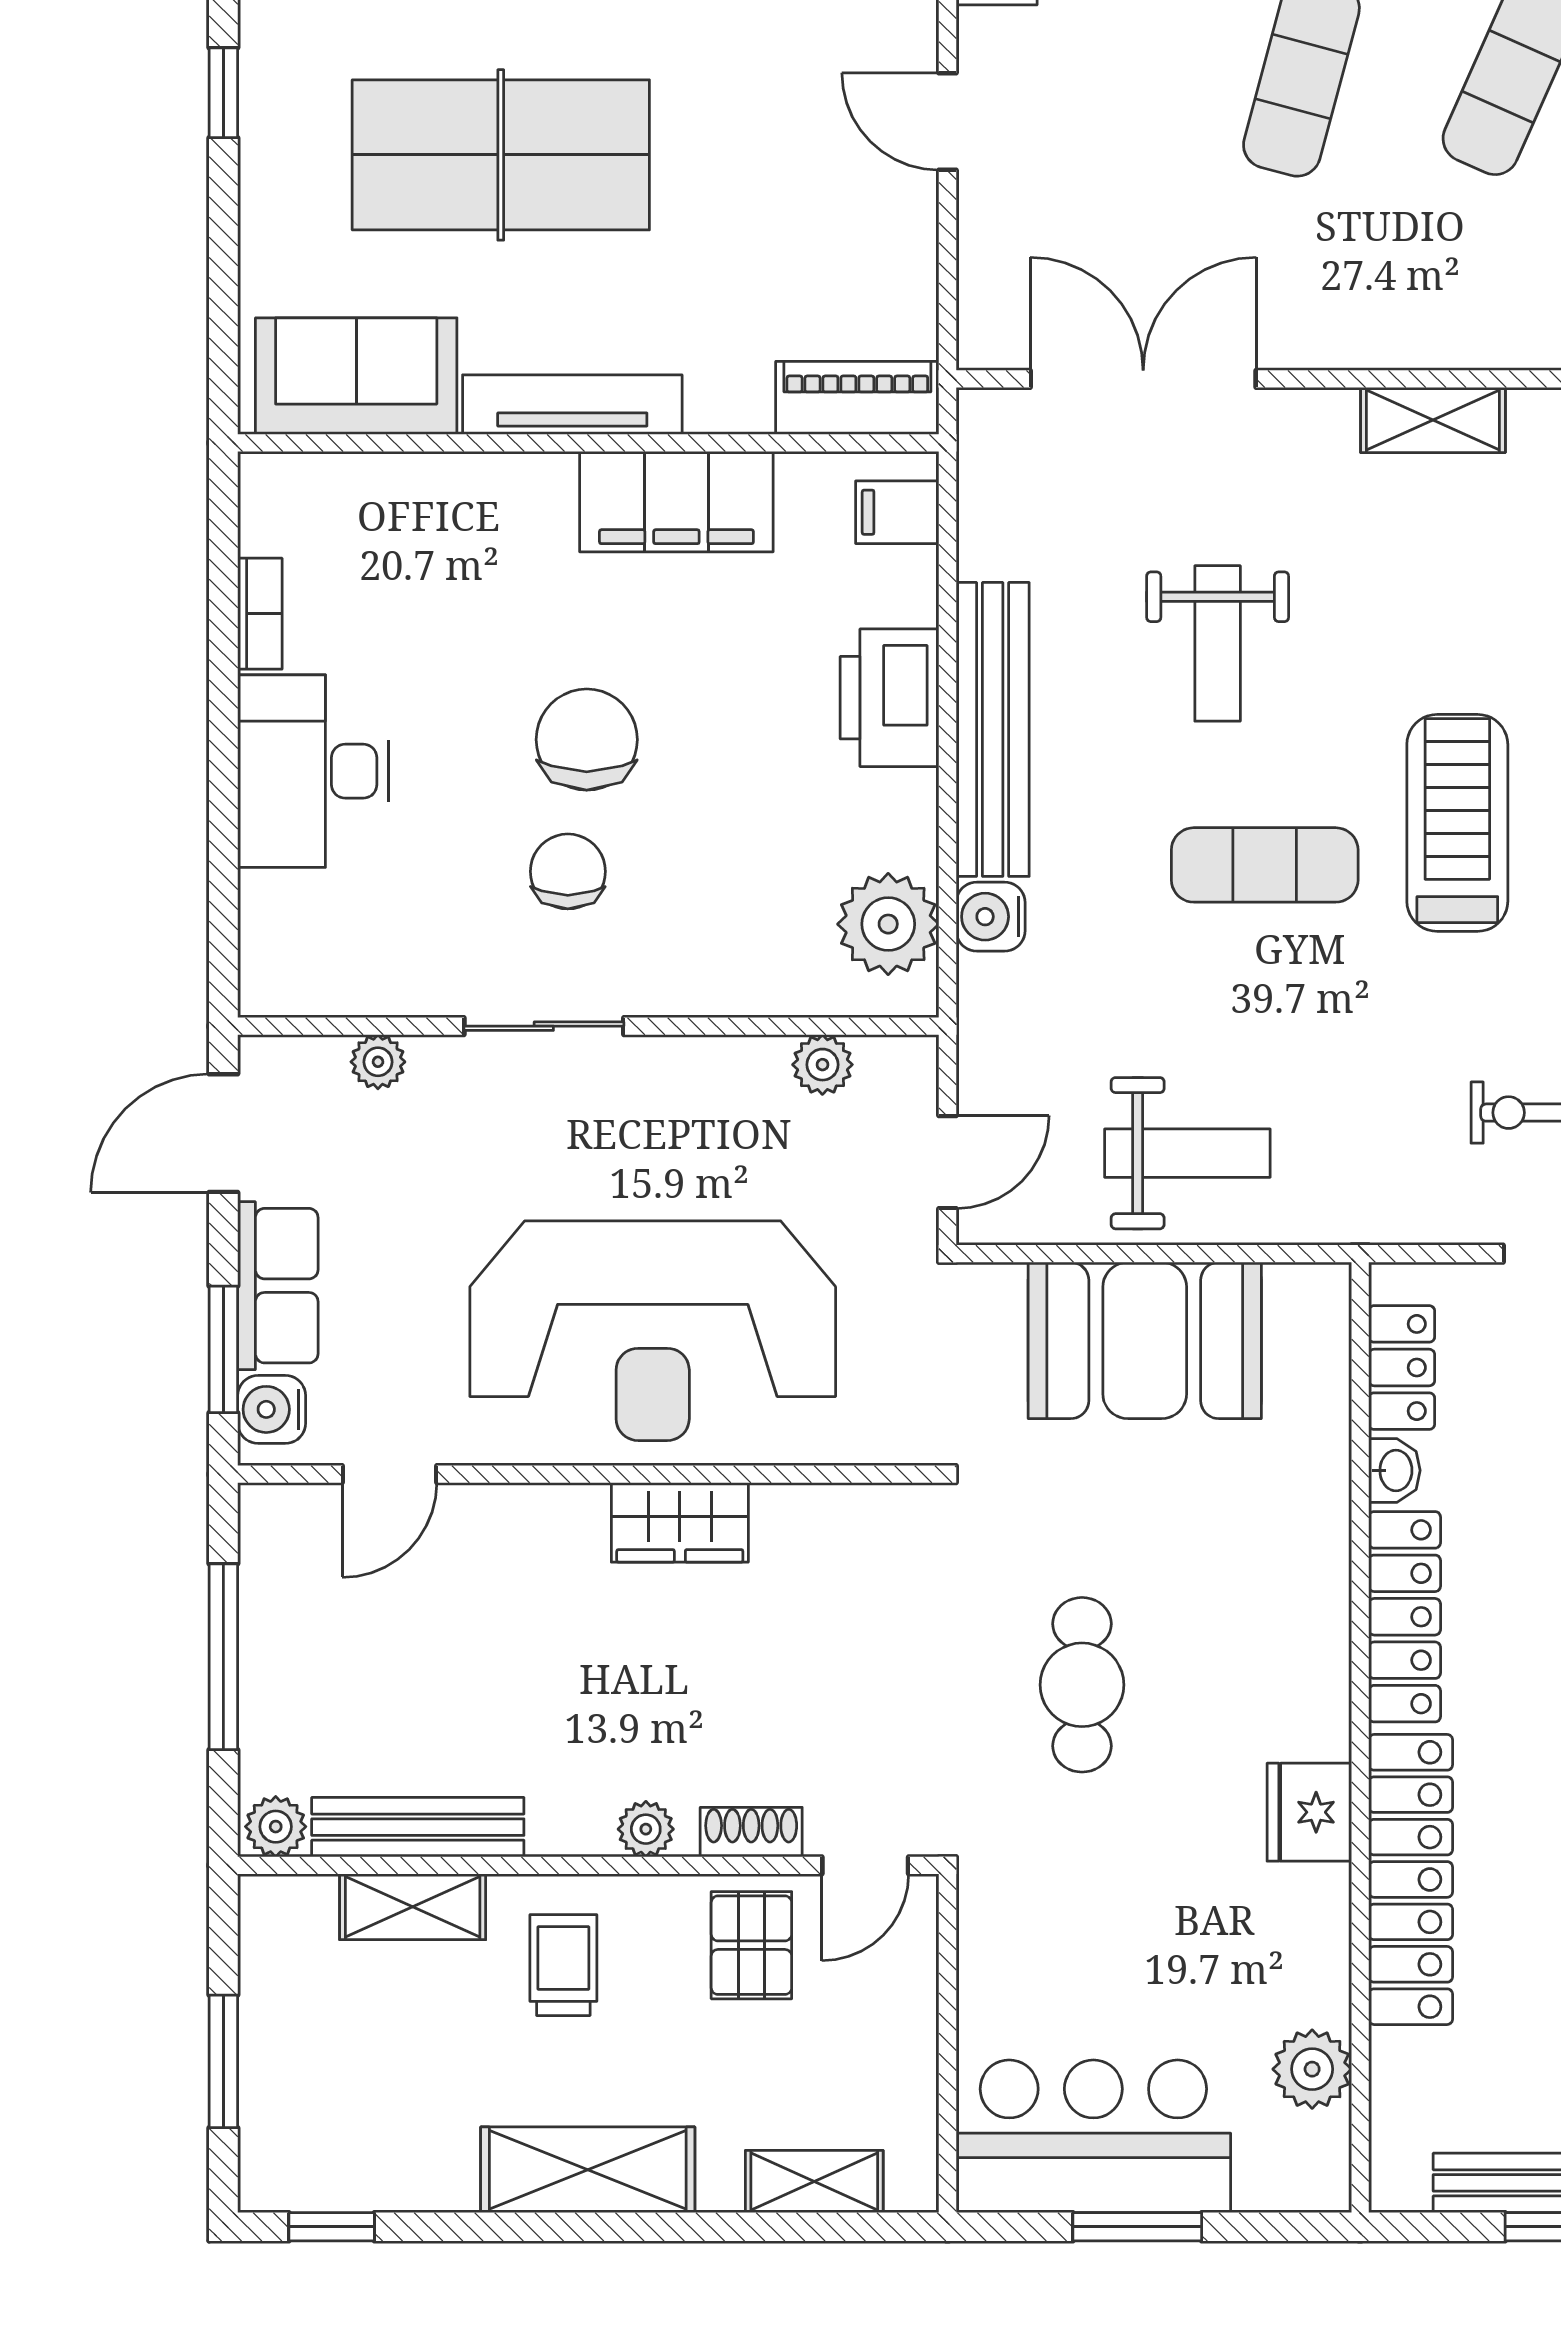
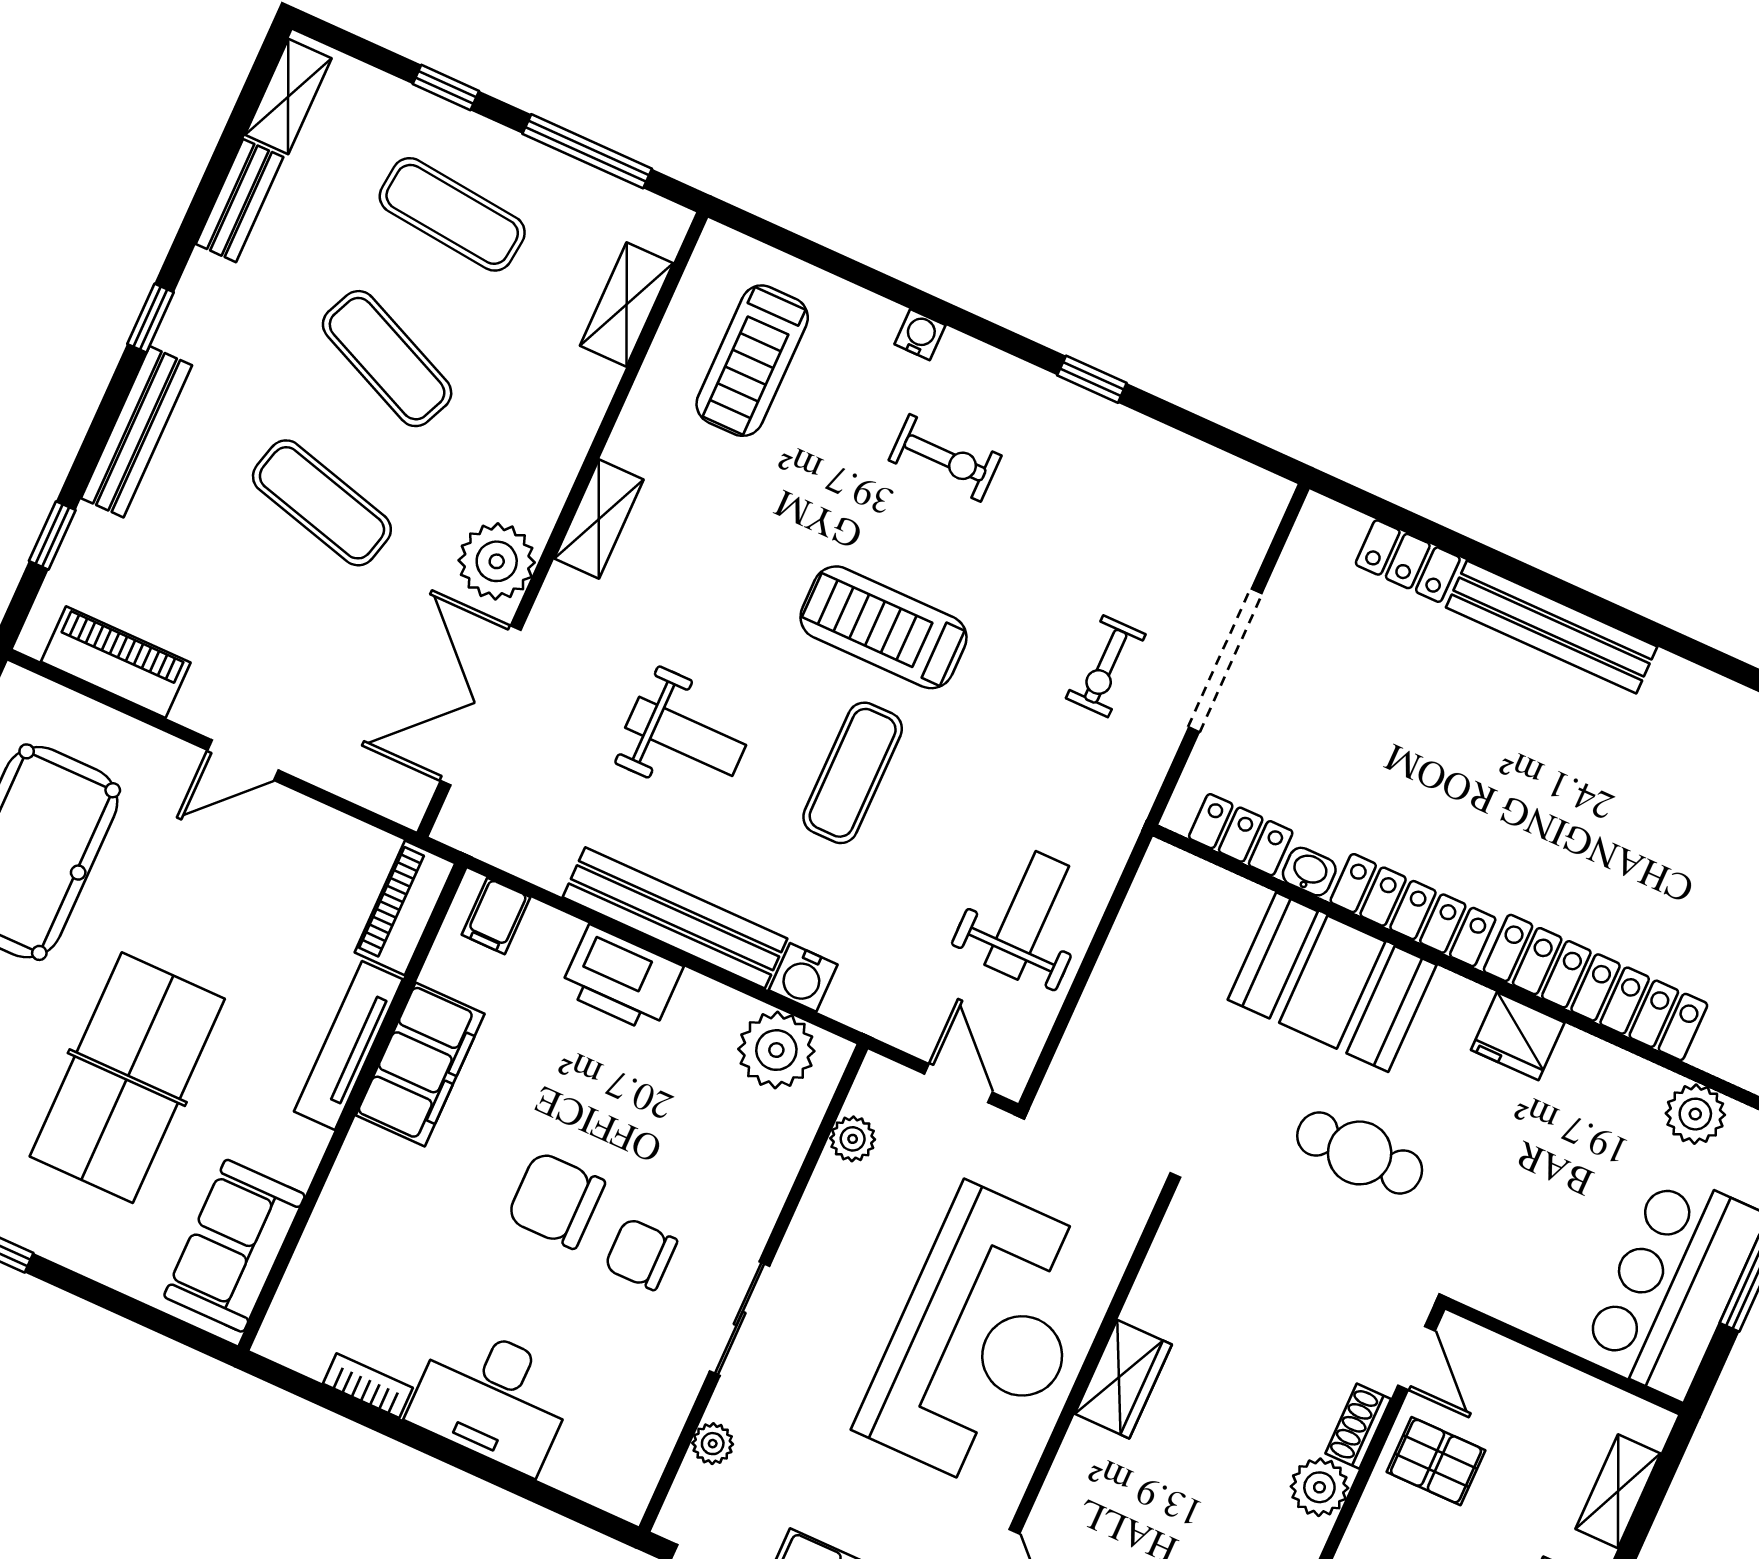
plant: (1326, 320) -> (497, 561), added
tv unit: (572, 405) -> (348, 1045), moved
booth: (1145, 1340) -> (1332, 982), moved, turned 90
plant: (646, 1829) -> (1319, 1487), width x1.38, depth x1.38

